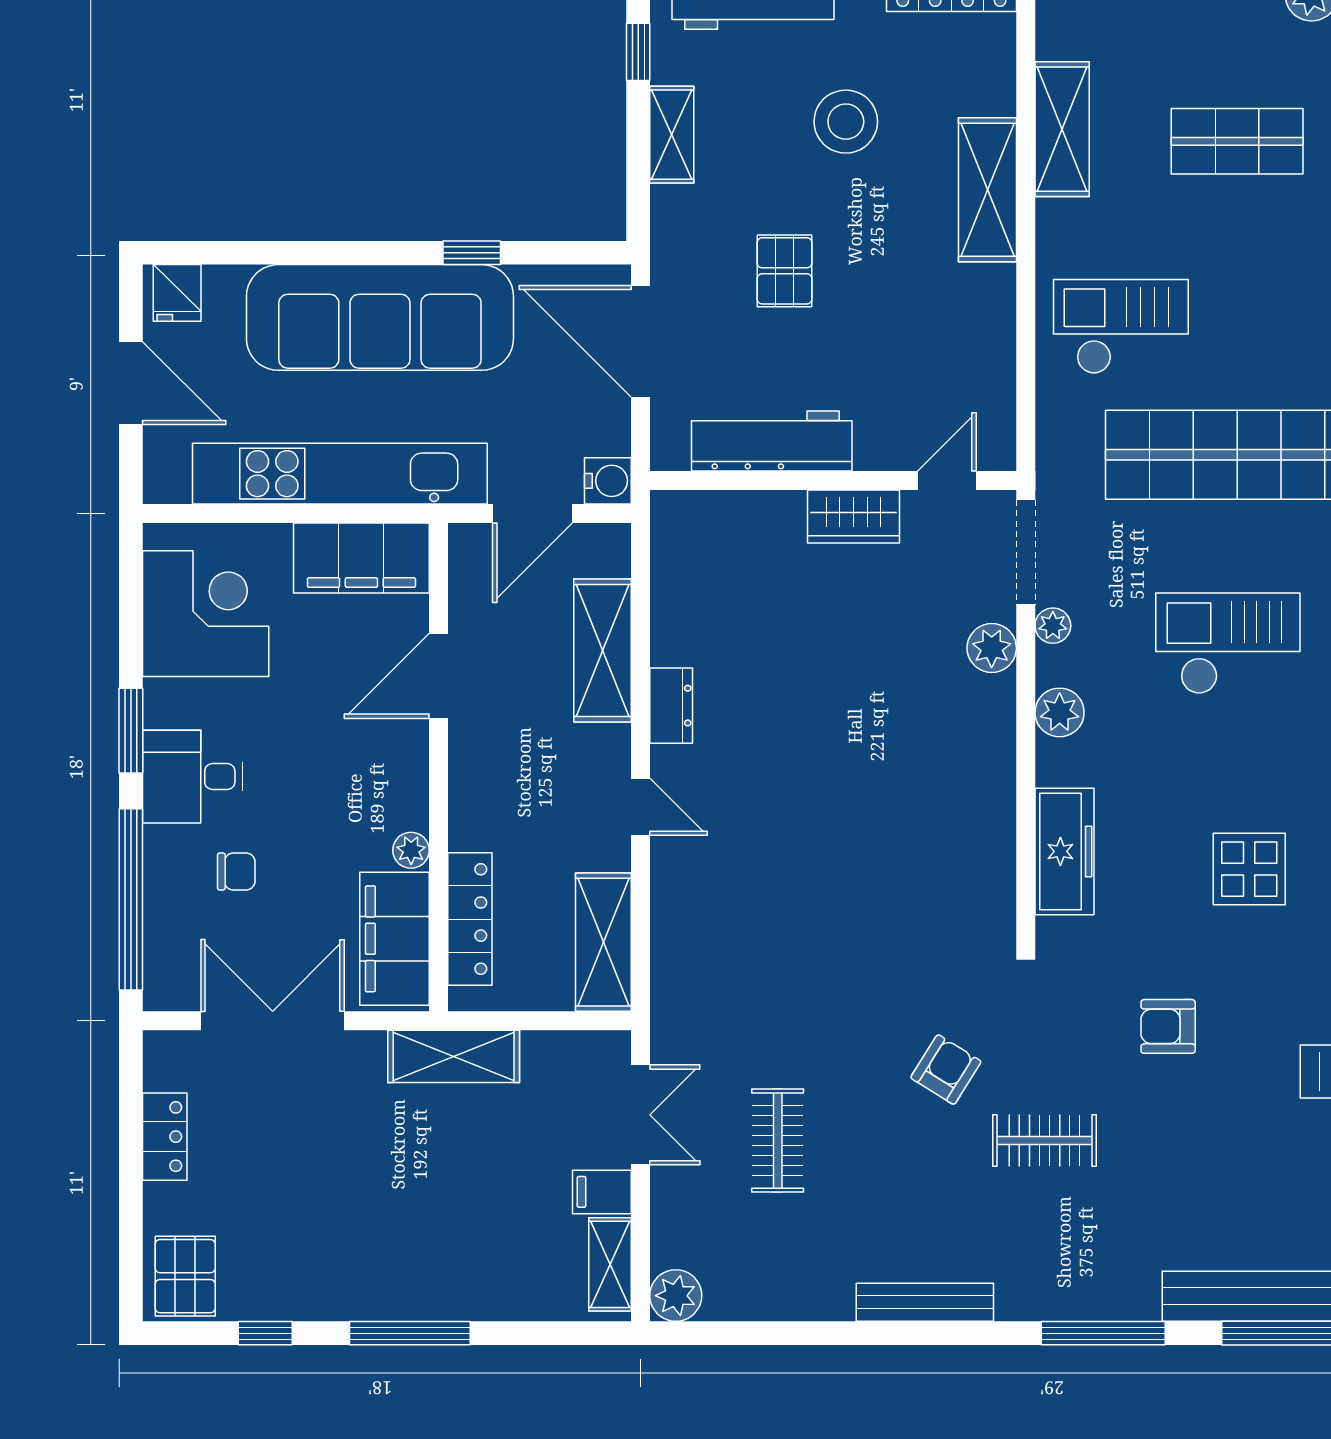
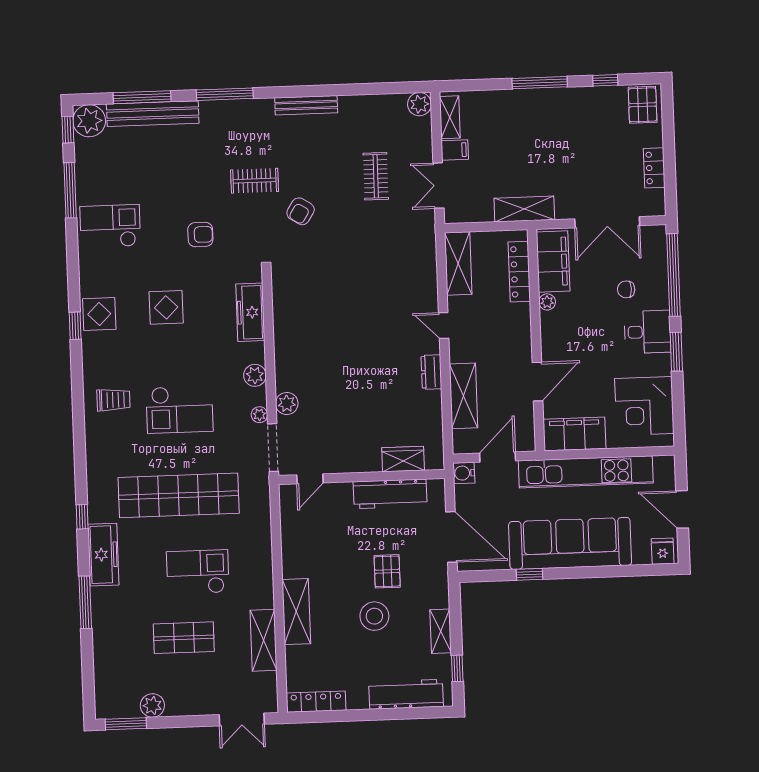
stool: (846, 122) -> (374, 616), moved
checkout: (1121, 327) -> (198, 572), moved, turned 180
wardrobe: (853, 517) -> (403, 459), moved

